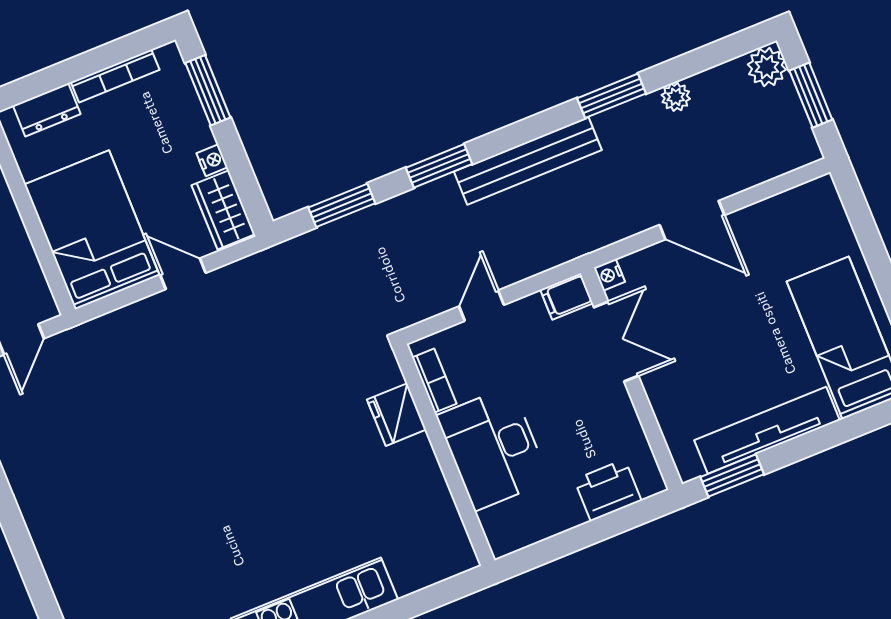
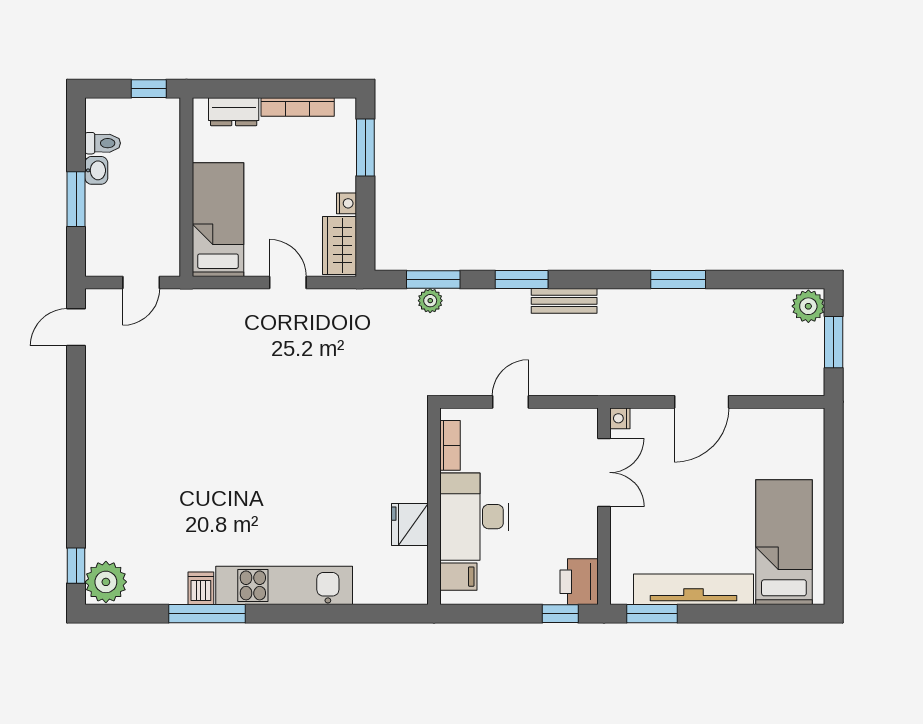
plant: (676, 97) -> (430, 301), moved
bench: (528, 161) -> (564, 301), width x0.54, depth x0.82
door: (692, 220) -> (702, 402), hinge flipped
bed: (92, 230) -> (218, 220), width x0.67
filing cabinet: (567, 296) -> (458, 577), moved, turned 180
fridge: (397, 415) -> (410, 525), moved
printer: (608, 490) -> (579, 582), moved, turned -90
window: (631, 517) -> (560, 614), added

